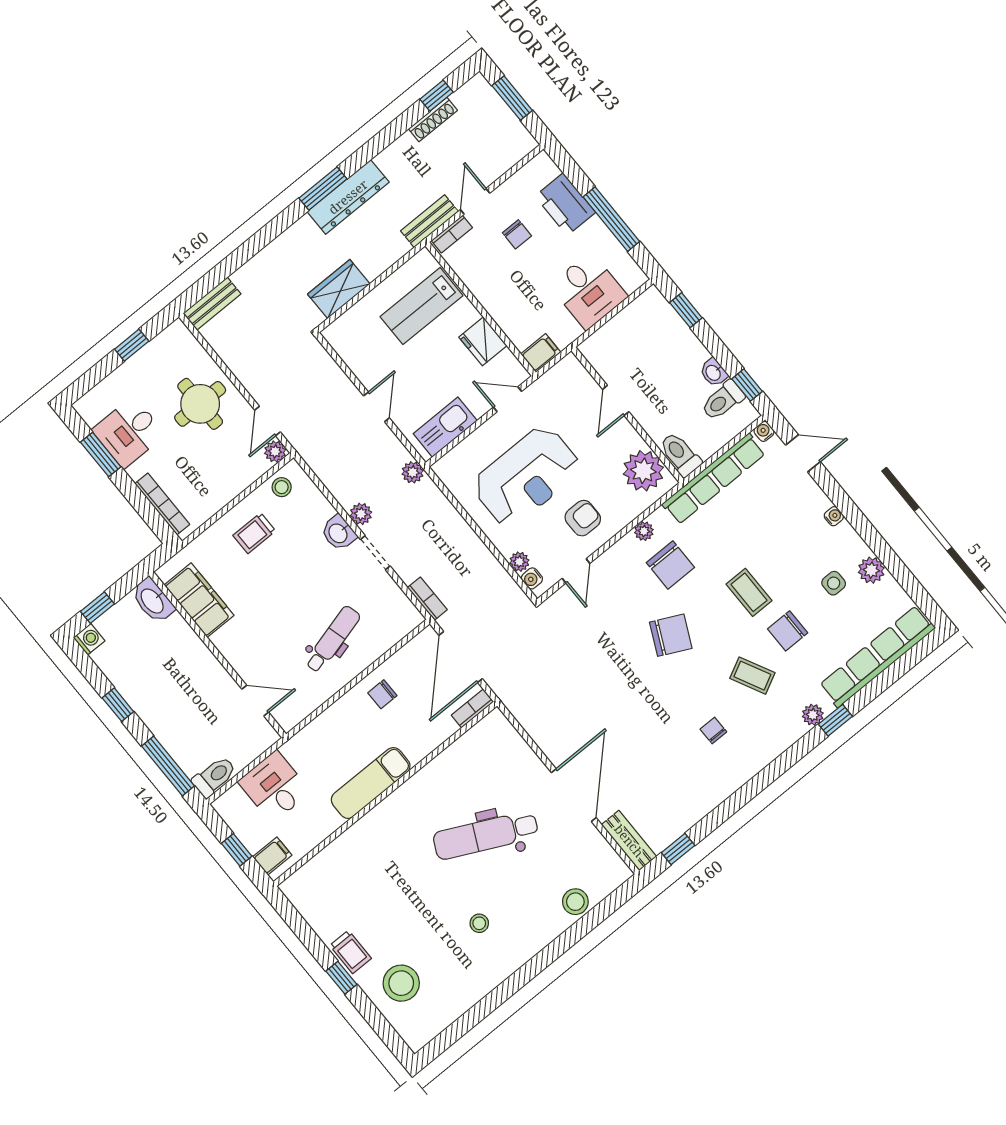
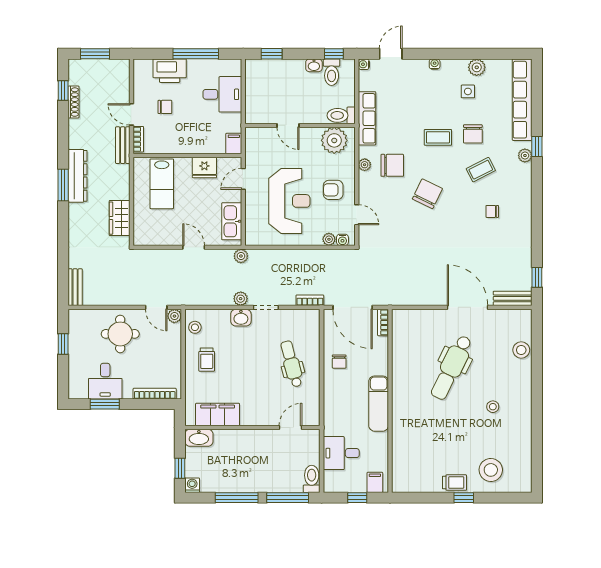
row of seats: (714, 479) -> (367, 118), width x0.73
armchair: (583, 518) -> (333, 190), turned -90
window: (118, 705) -> (237, 498), width x2.17

